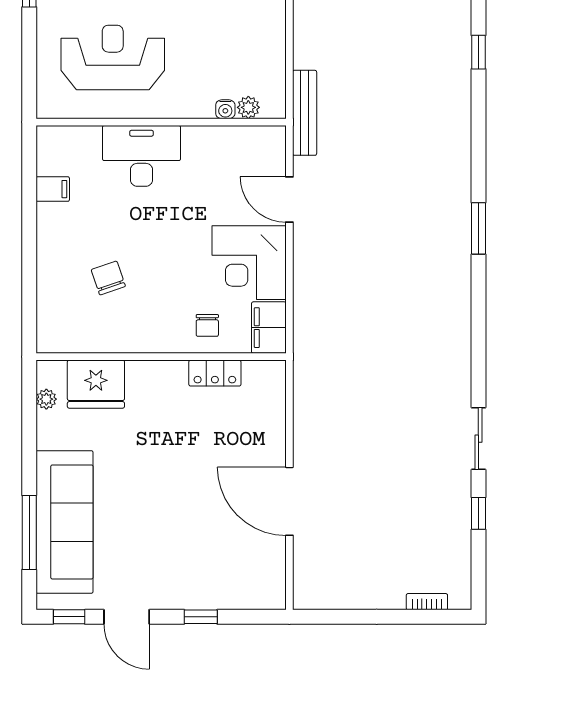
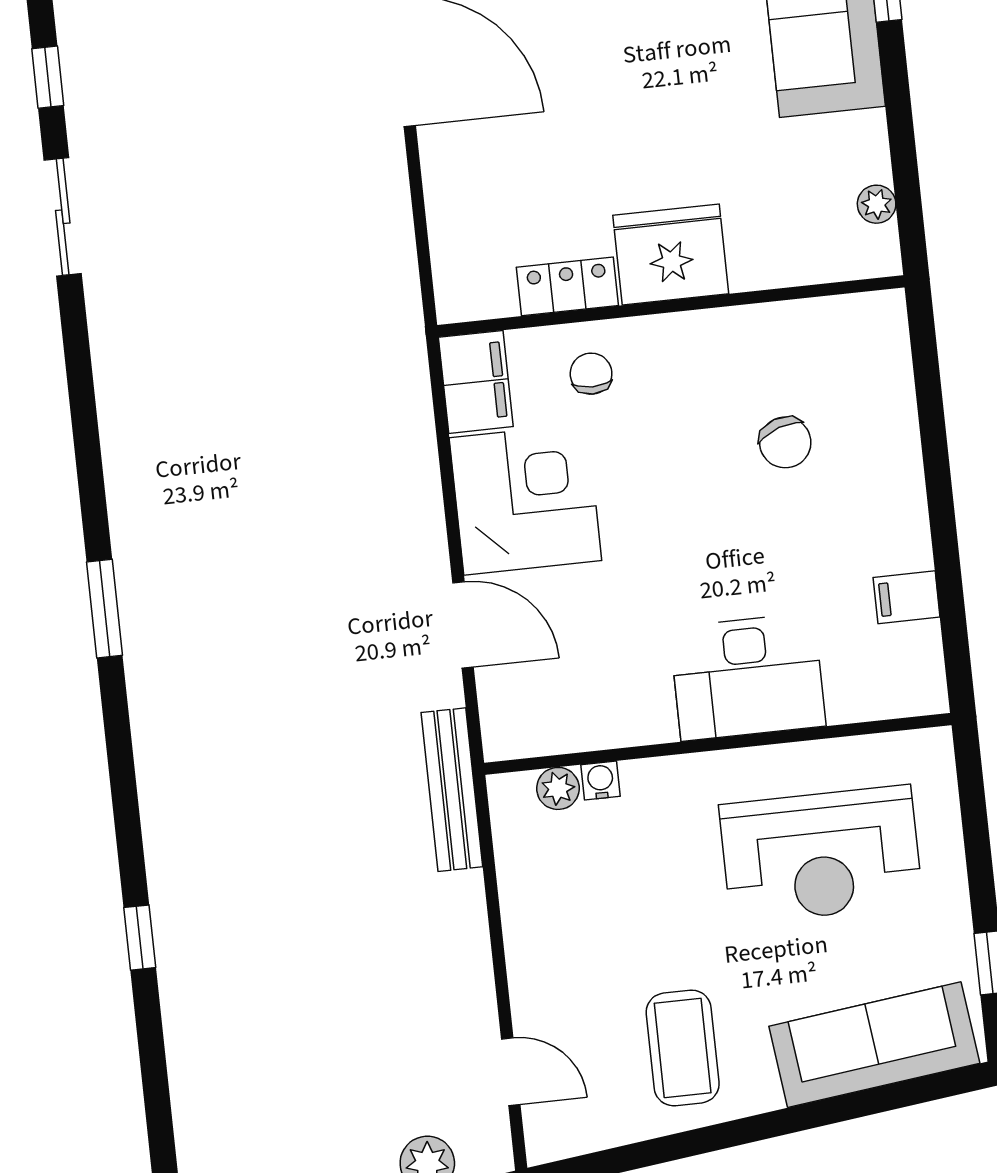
fridge: (96, 384) -> (671, 254), moved

